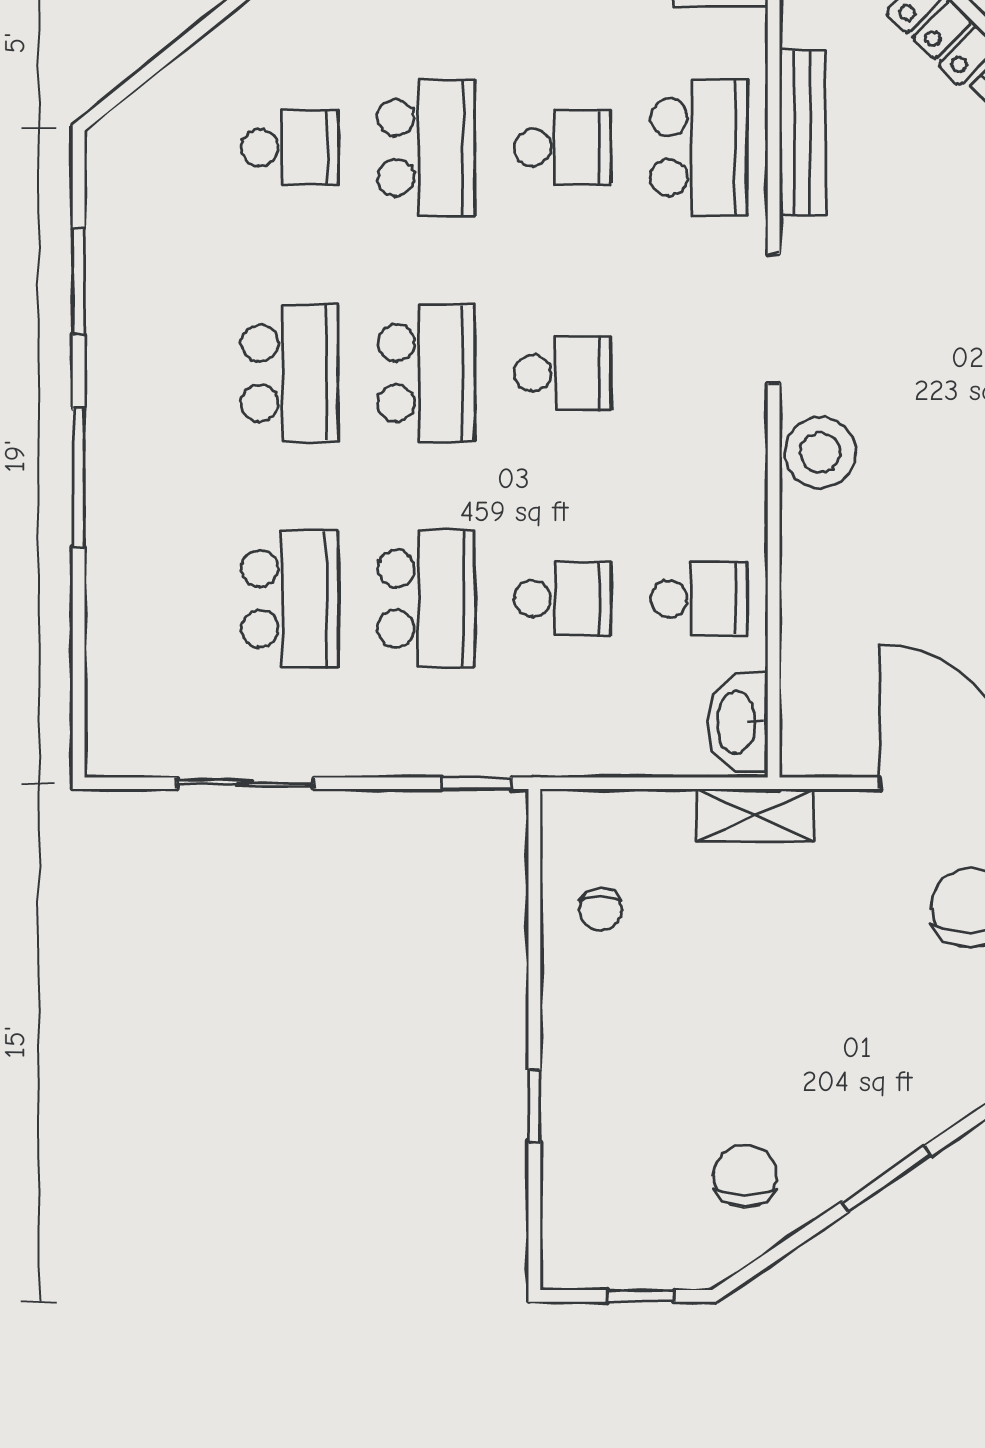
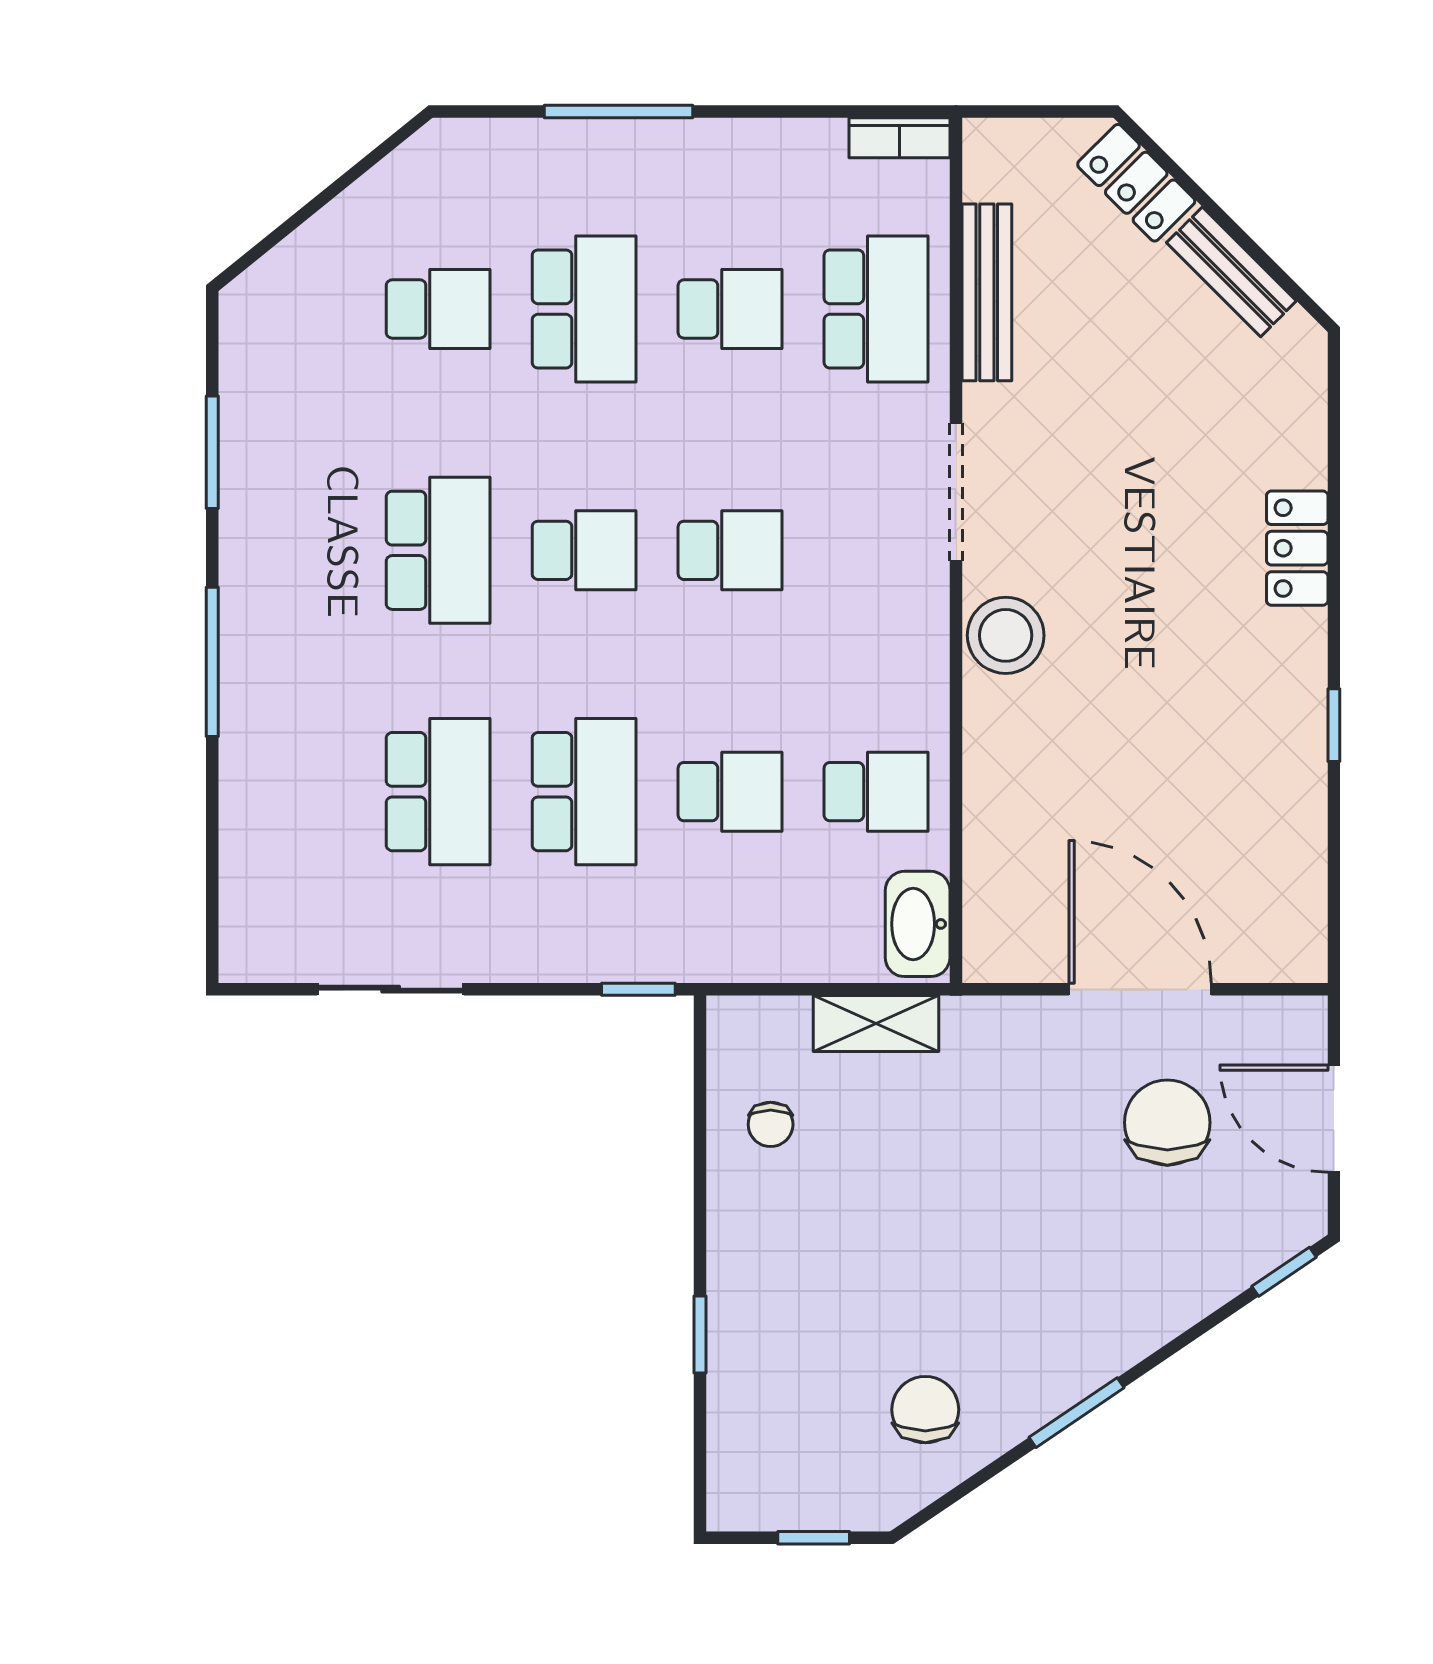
school desk: (426, 373) -> (584, 550), width x0.54
shelving: (755, 815) -> (876, 1023), moved

